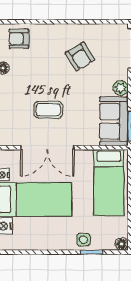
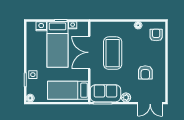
armchair: (80, 56) -> (145, 72), turned -59
coffee table: (48, 110) -> (113, 53), width x1.86, depth x1.72

